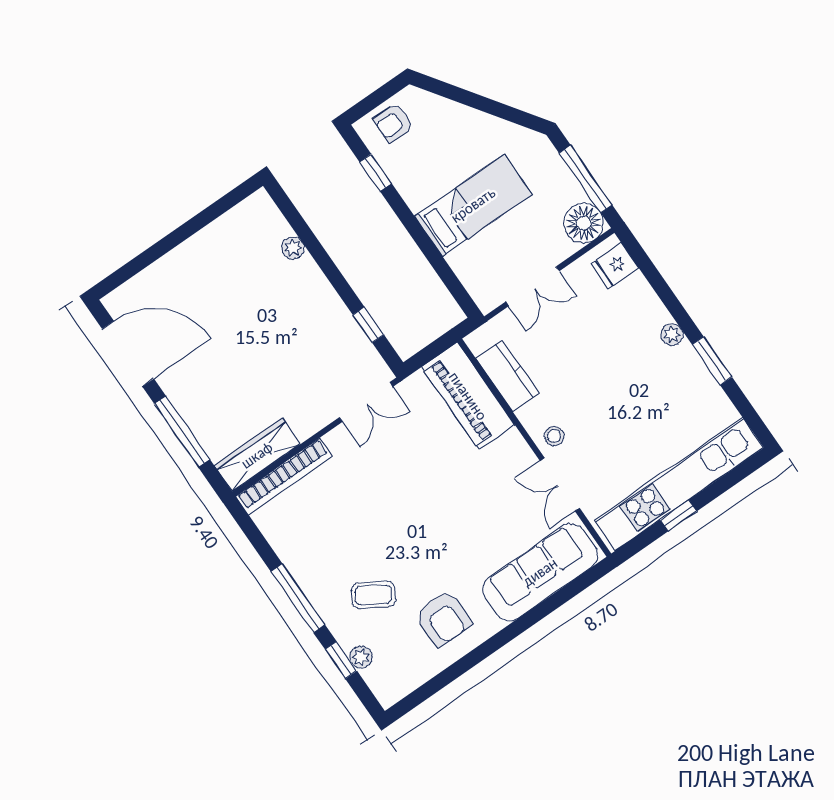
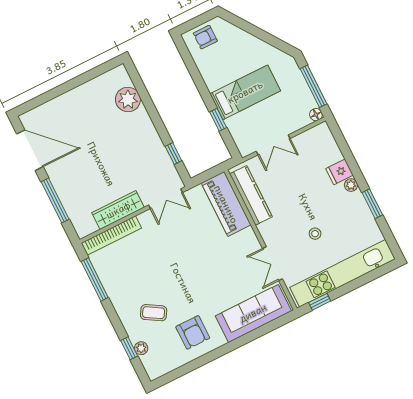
window: (376, 173) -> (218, 120), moved
floor lamp: (584, 223) -> (316, 115), width x0.53, depth x0.53
plant: (293, 248) -> (128, 100), width x1.87, depth x1.87
fridge: (615, 266) -> (339, 172), moved
kitchen counter: (507, 376) -> (251, 195), width x1.50
stool: (554, 436) -> (315, 234), moved
wardrobe: (257, 455) -> (118, 210), moved
window: (678, 515) -> (320, 302), moved
window: (298, 598) -> (95, 279), moved

